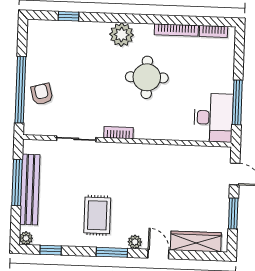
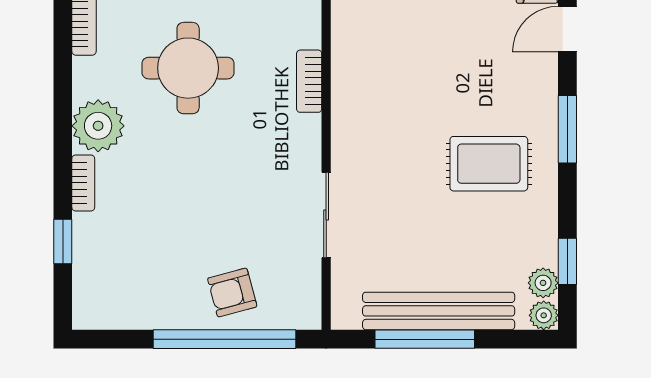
bookcase: (95, 27) -> (83, 183), added
bookcase: (119, 133) -> (309, 81), moved
plant: (135, 242) -> (543, 283), moved

